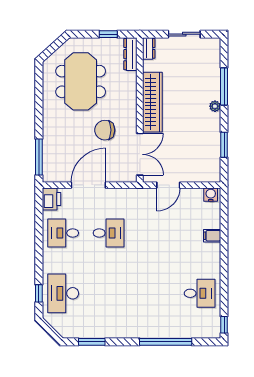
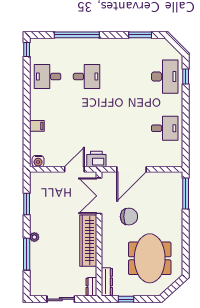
door: (88, 185) -> (132, 169), moved
printer: (51, 199) -> (96, 159), moved, turned 90
desk: (109, 233) -> (87, 77), moved, turned 180

